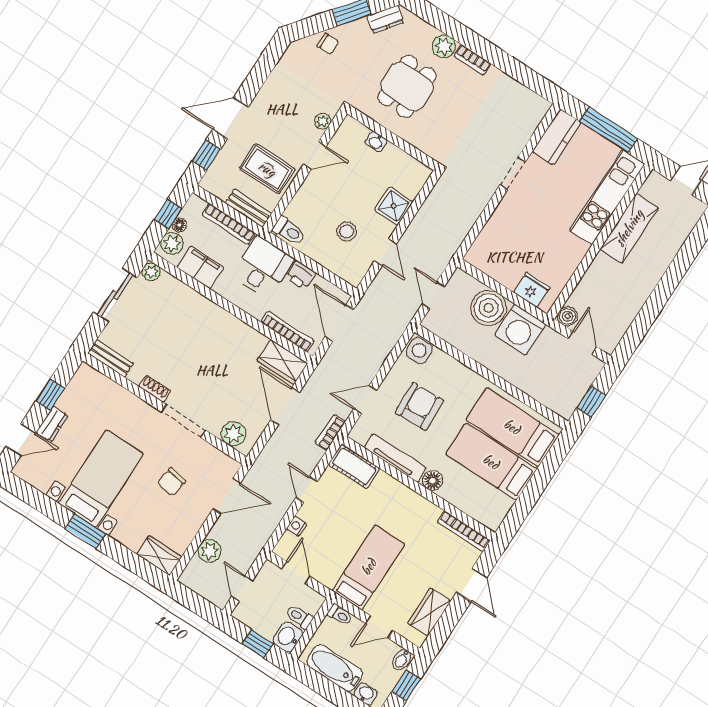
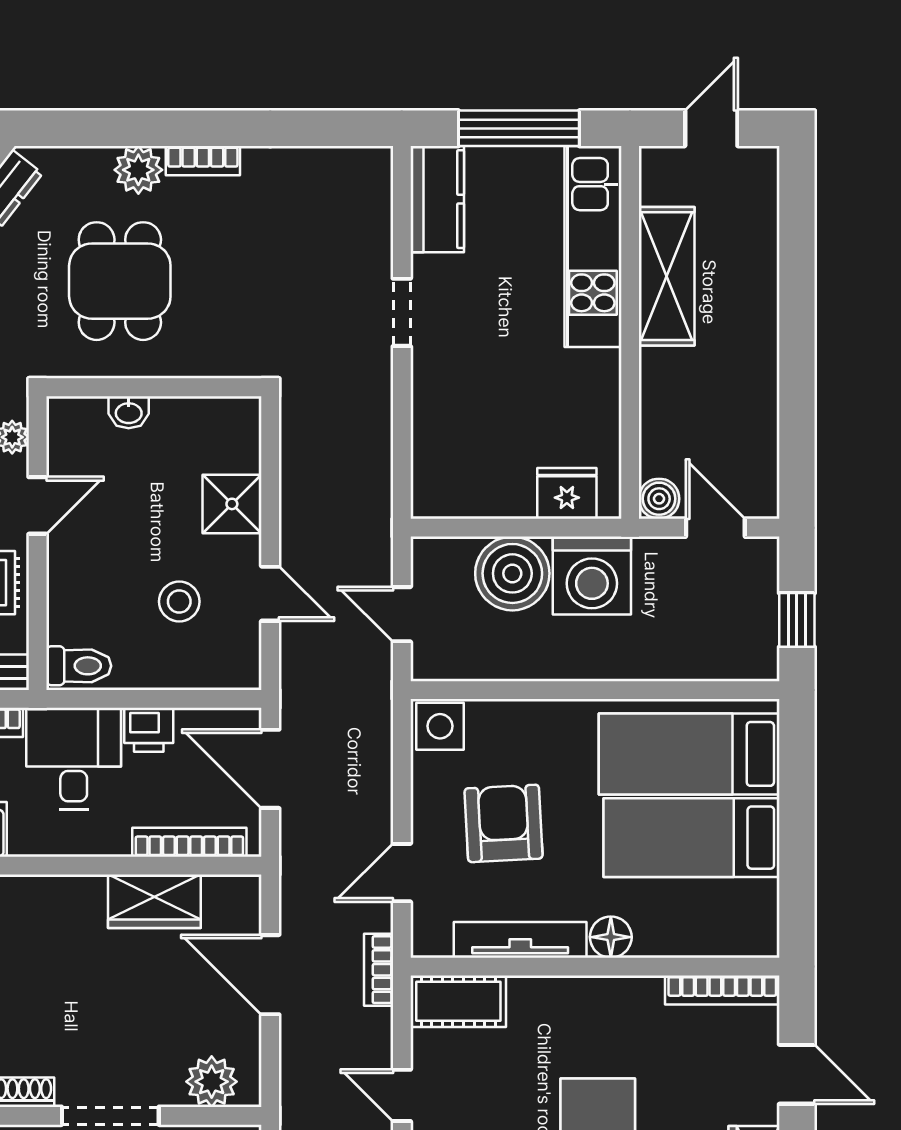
wardrobe: (282, 362) -> (154, 901), moved

